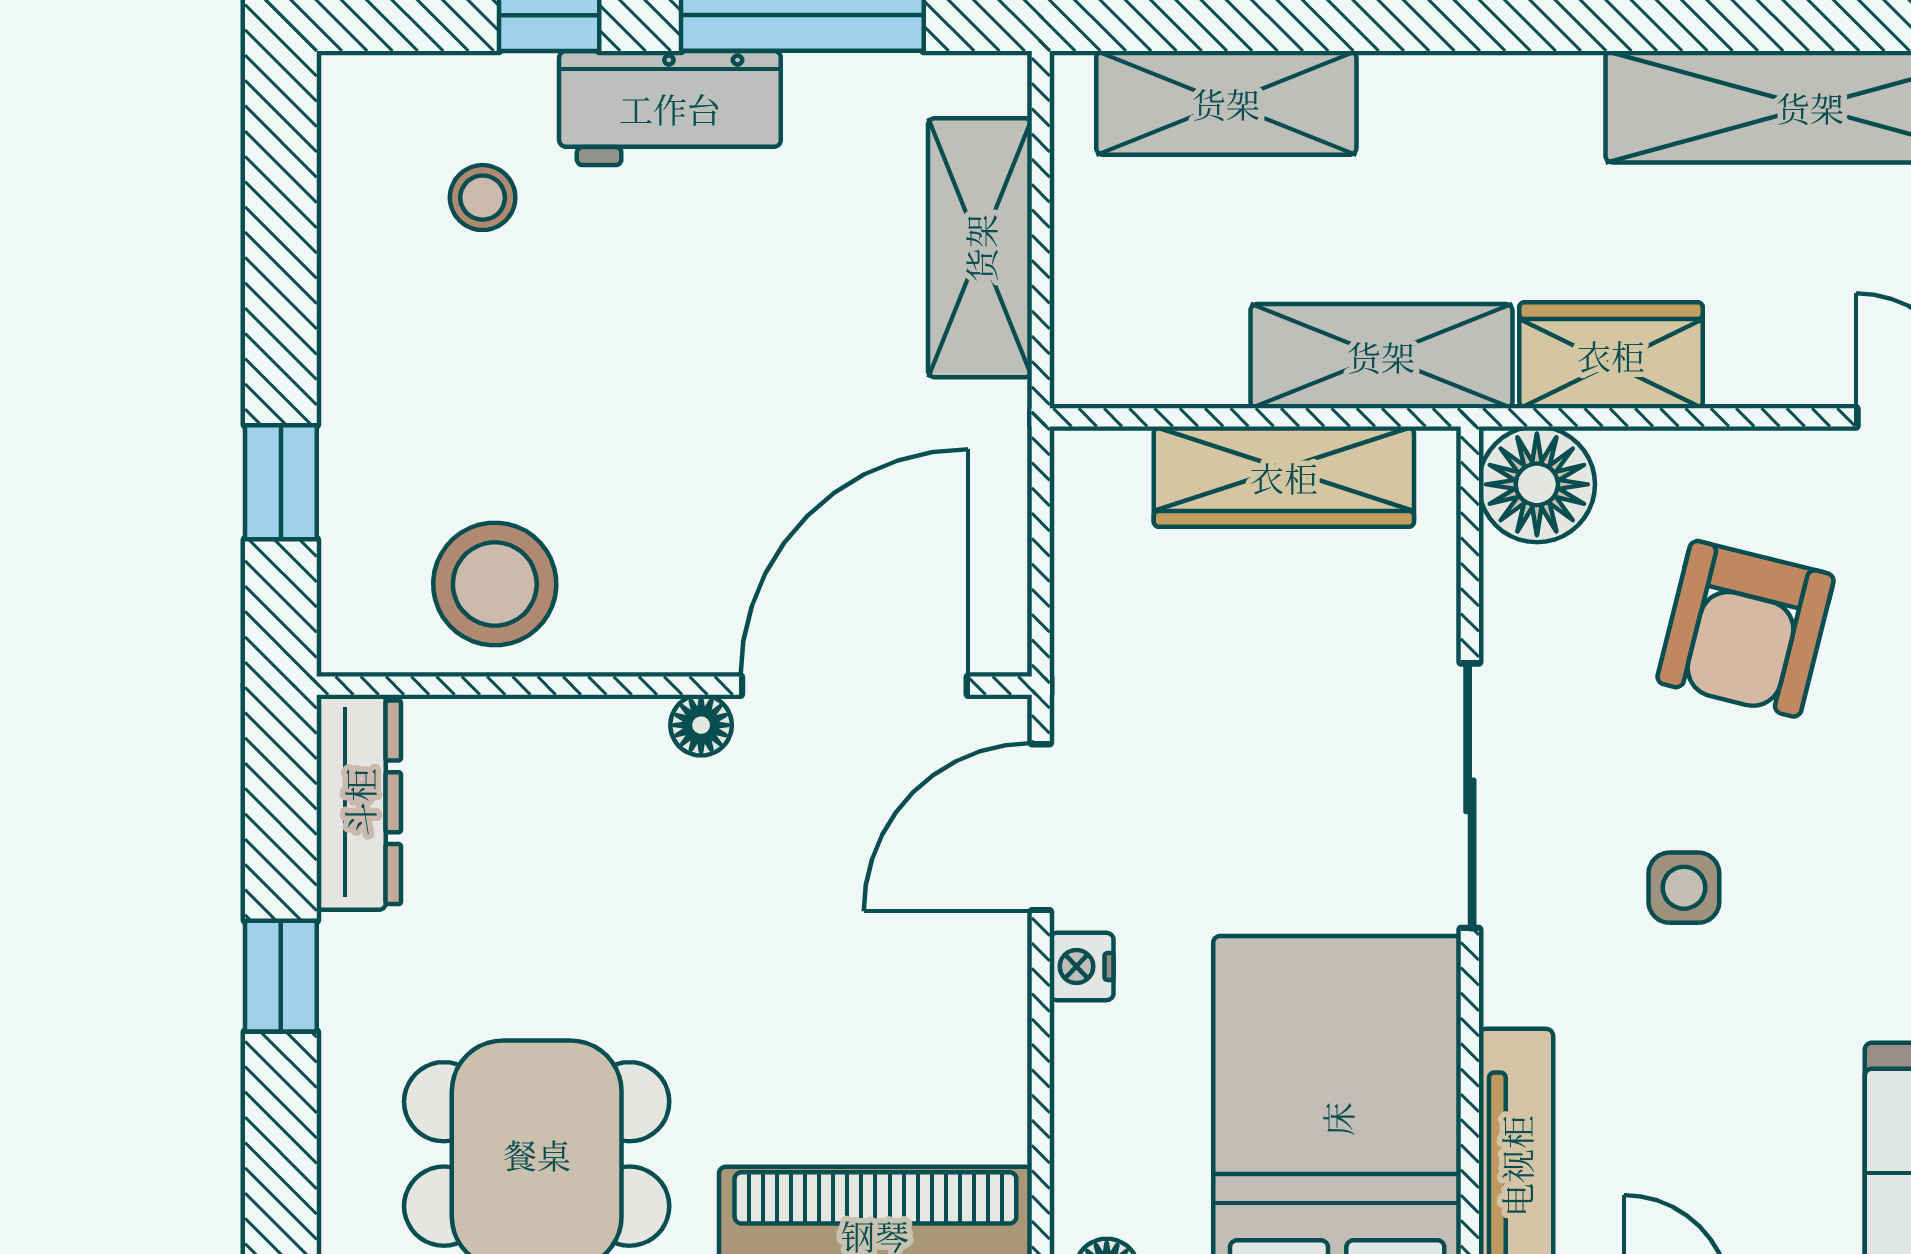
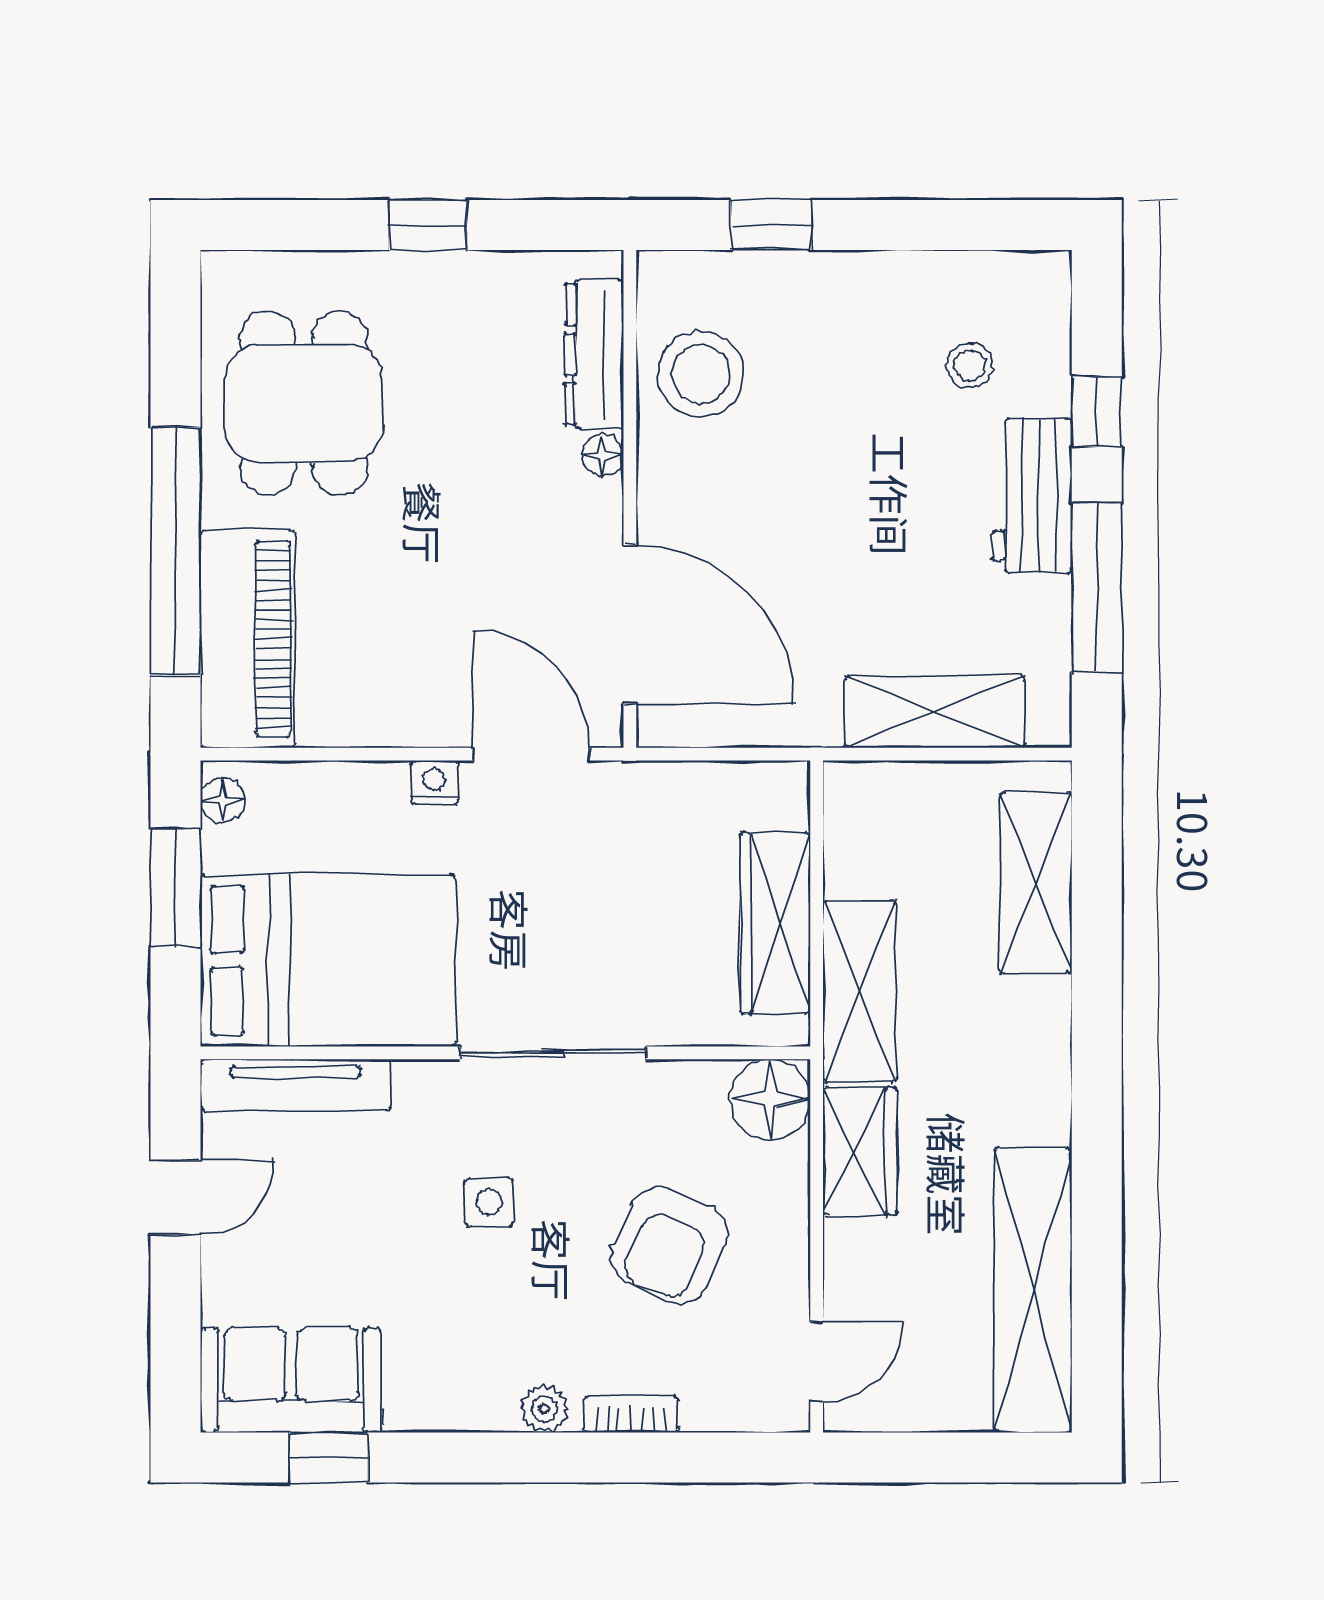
armchair: (1746, 629) -> (669, 1245), turned -80
floor lamp: (701, 725) -> (602, 455), moved
dresser: (359, 802) -> (594, 354), moved, turned 90

